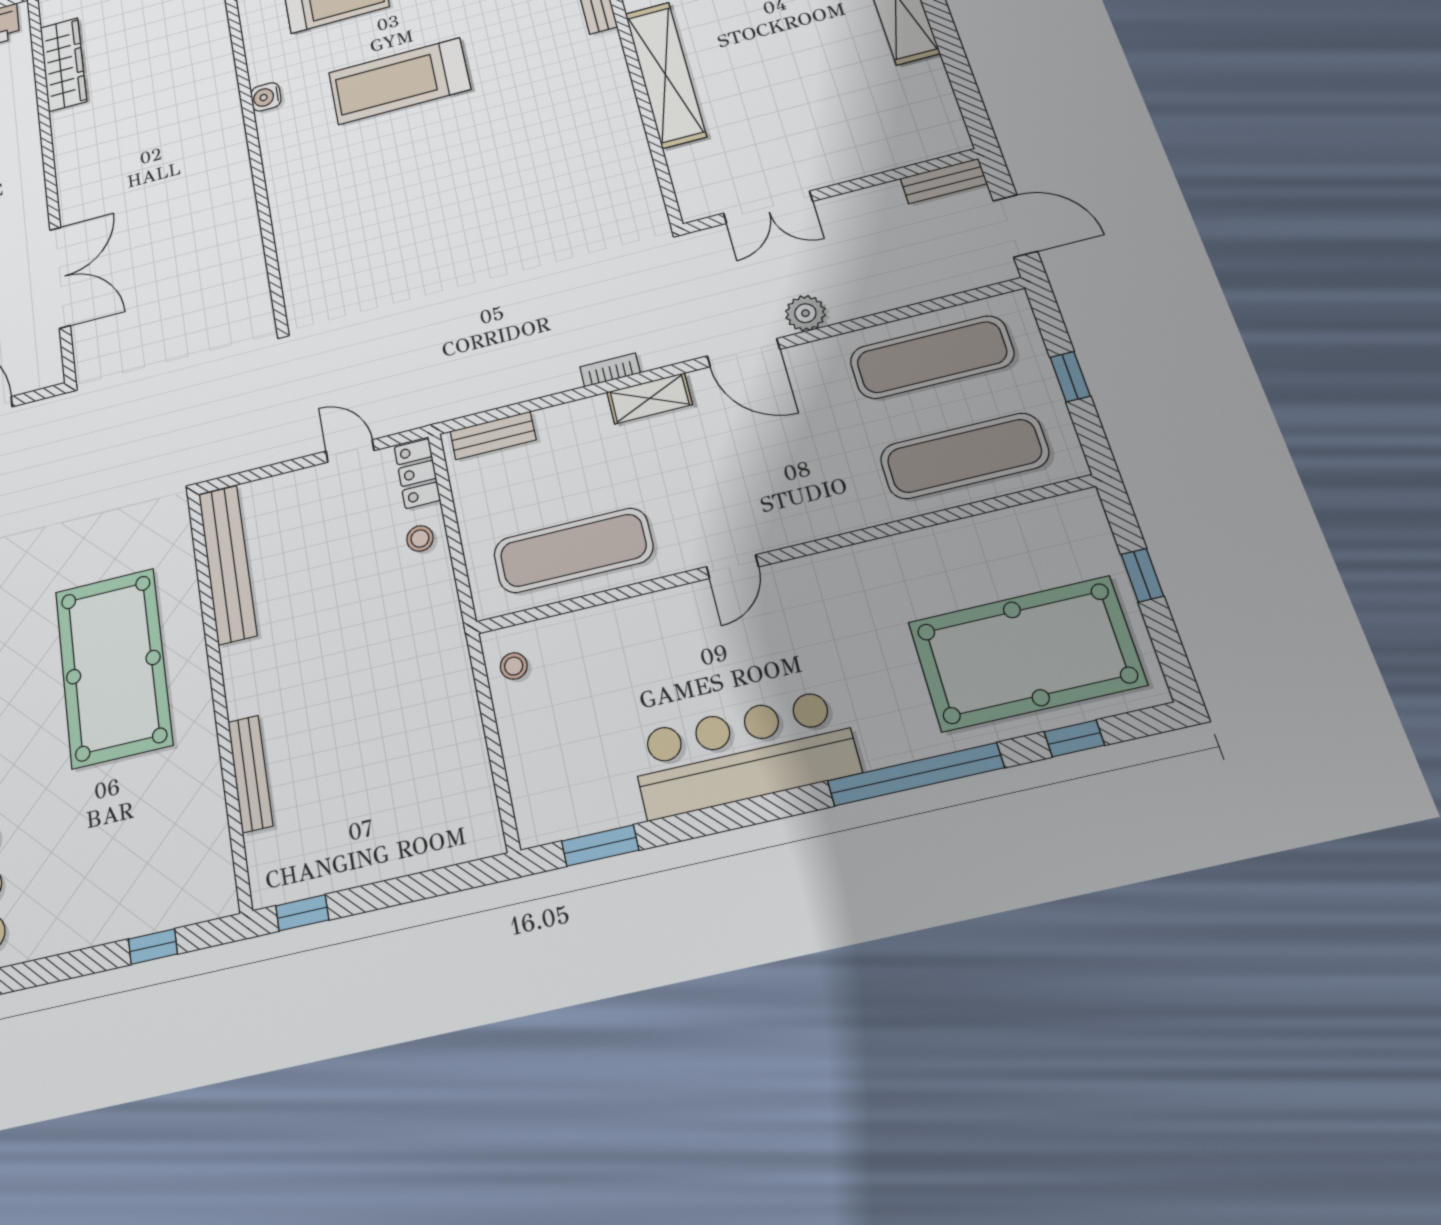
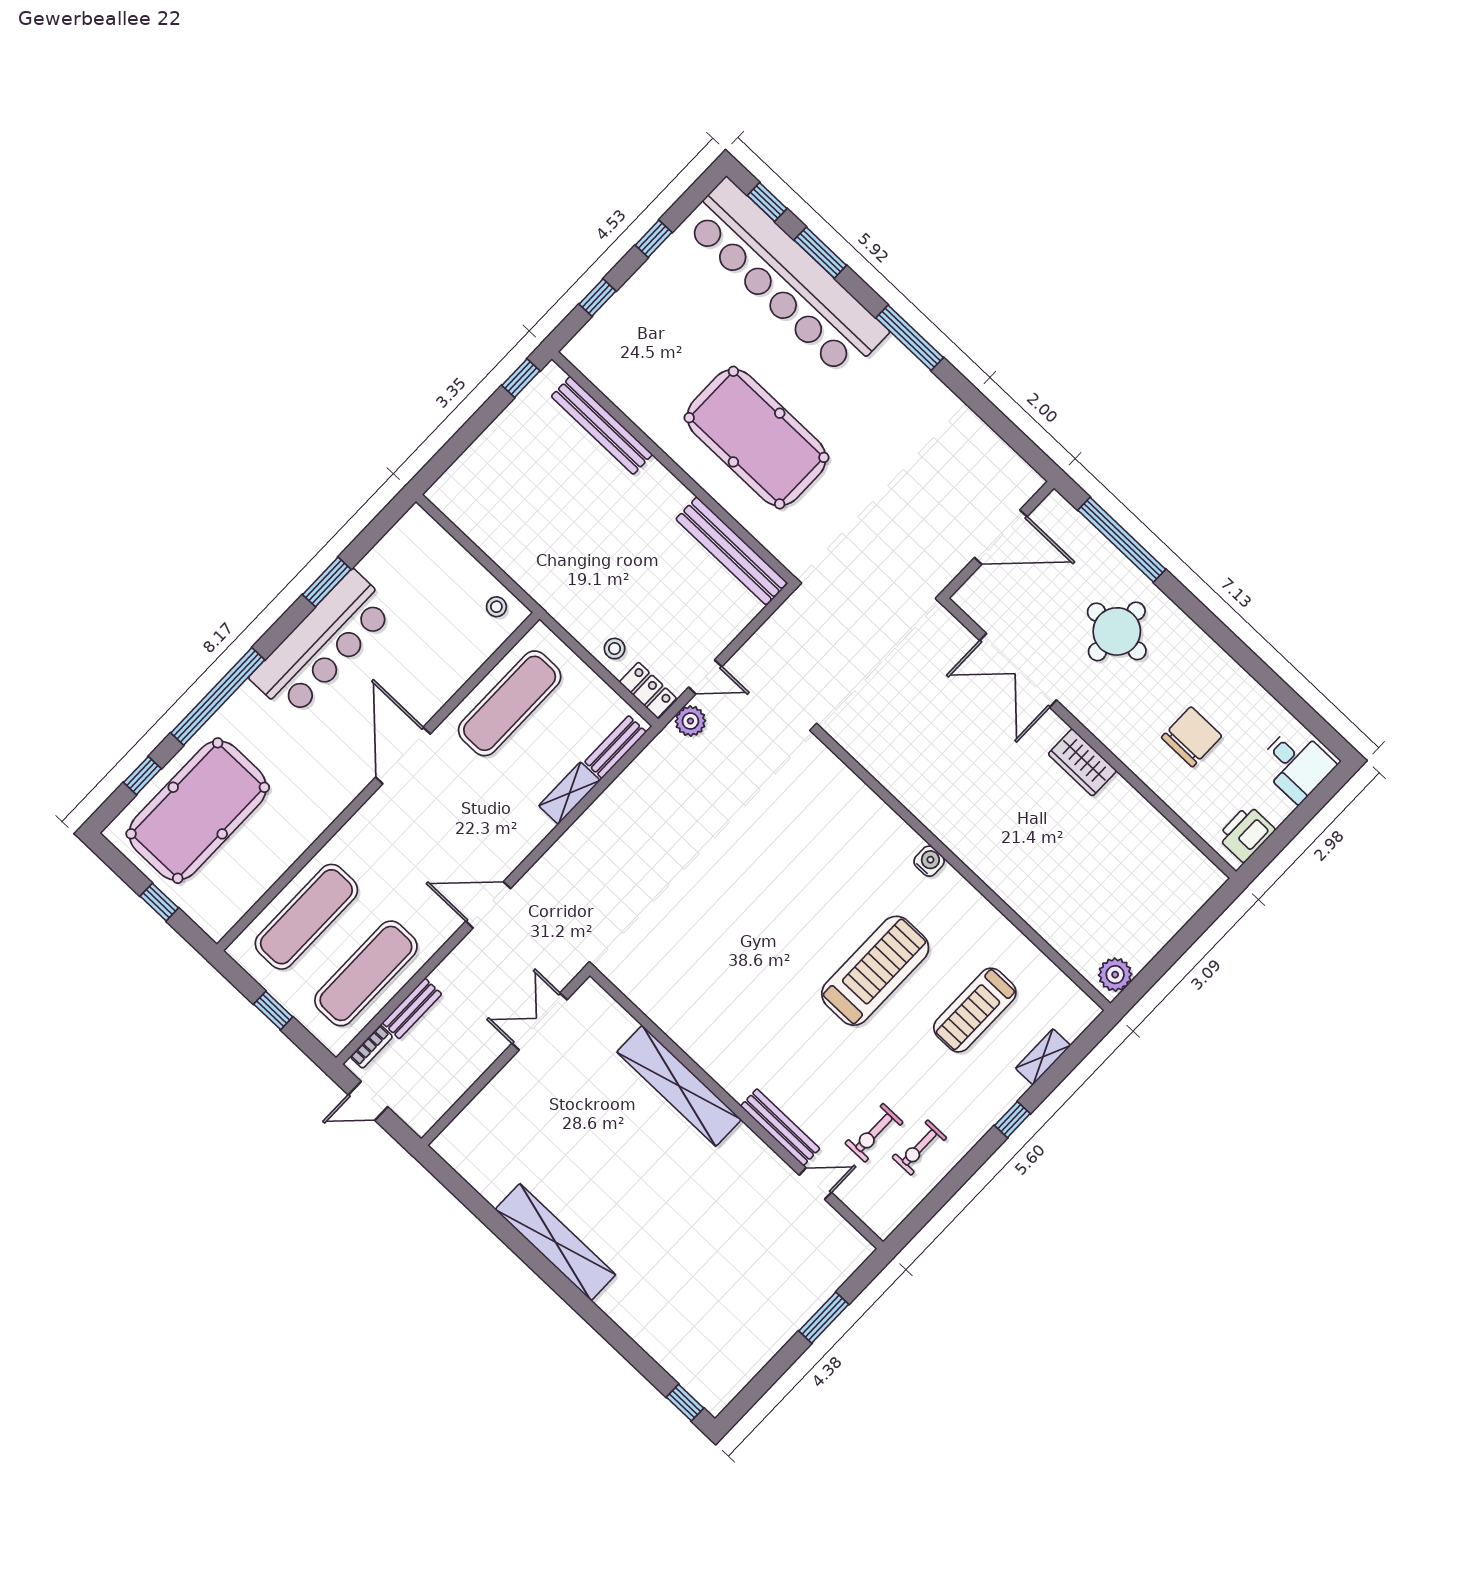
wardrobe: (63, 64) -> (1082, 762), moved, width x0.67
water cooler: (266, 97) -> (929, 861), moved
bench: (944, 181) -> (412, 1008), moved
door: (1015, 226) -> (368, 1101), width x0.73
plant: (805, 313) -> (690, 721), moved
bookcase: (610, 370) -> (371, 1047), moved
shelving: (650, 398) -> (569, 793), moved
door: (733, 567) -> (403, 756), width x1.87
bench: (250, 774) -> (602, 425), width x1.37, depth x1.21
window: (600, 846) -> (327, 582), moved
window: (46, 971) -> (654, 239), added

